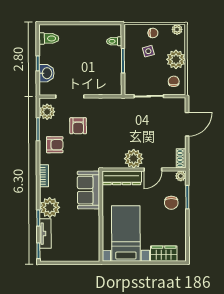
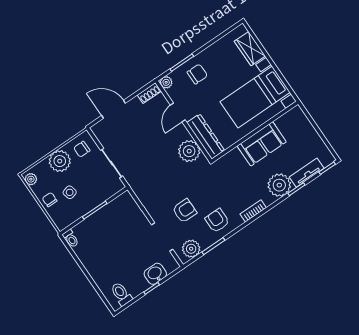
toilet: (114, 41) -> (71, 239), moved
plant: (134, 159) -> (189, 151), moved
door: (153, 169) -> (178, 113), swing flipped
sofa: (88, 190) -> (262, 144), moved

